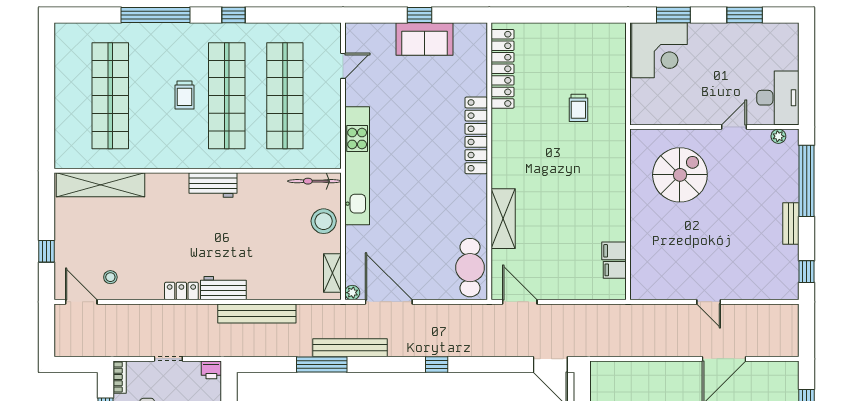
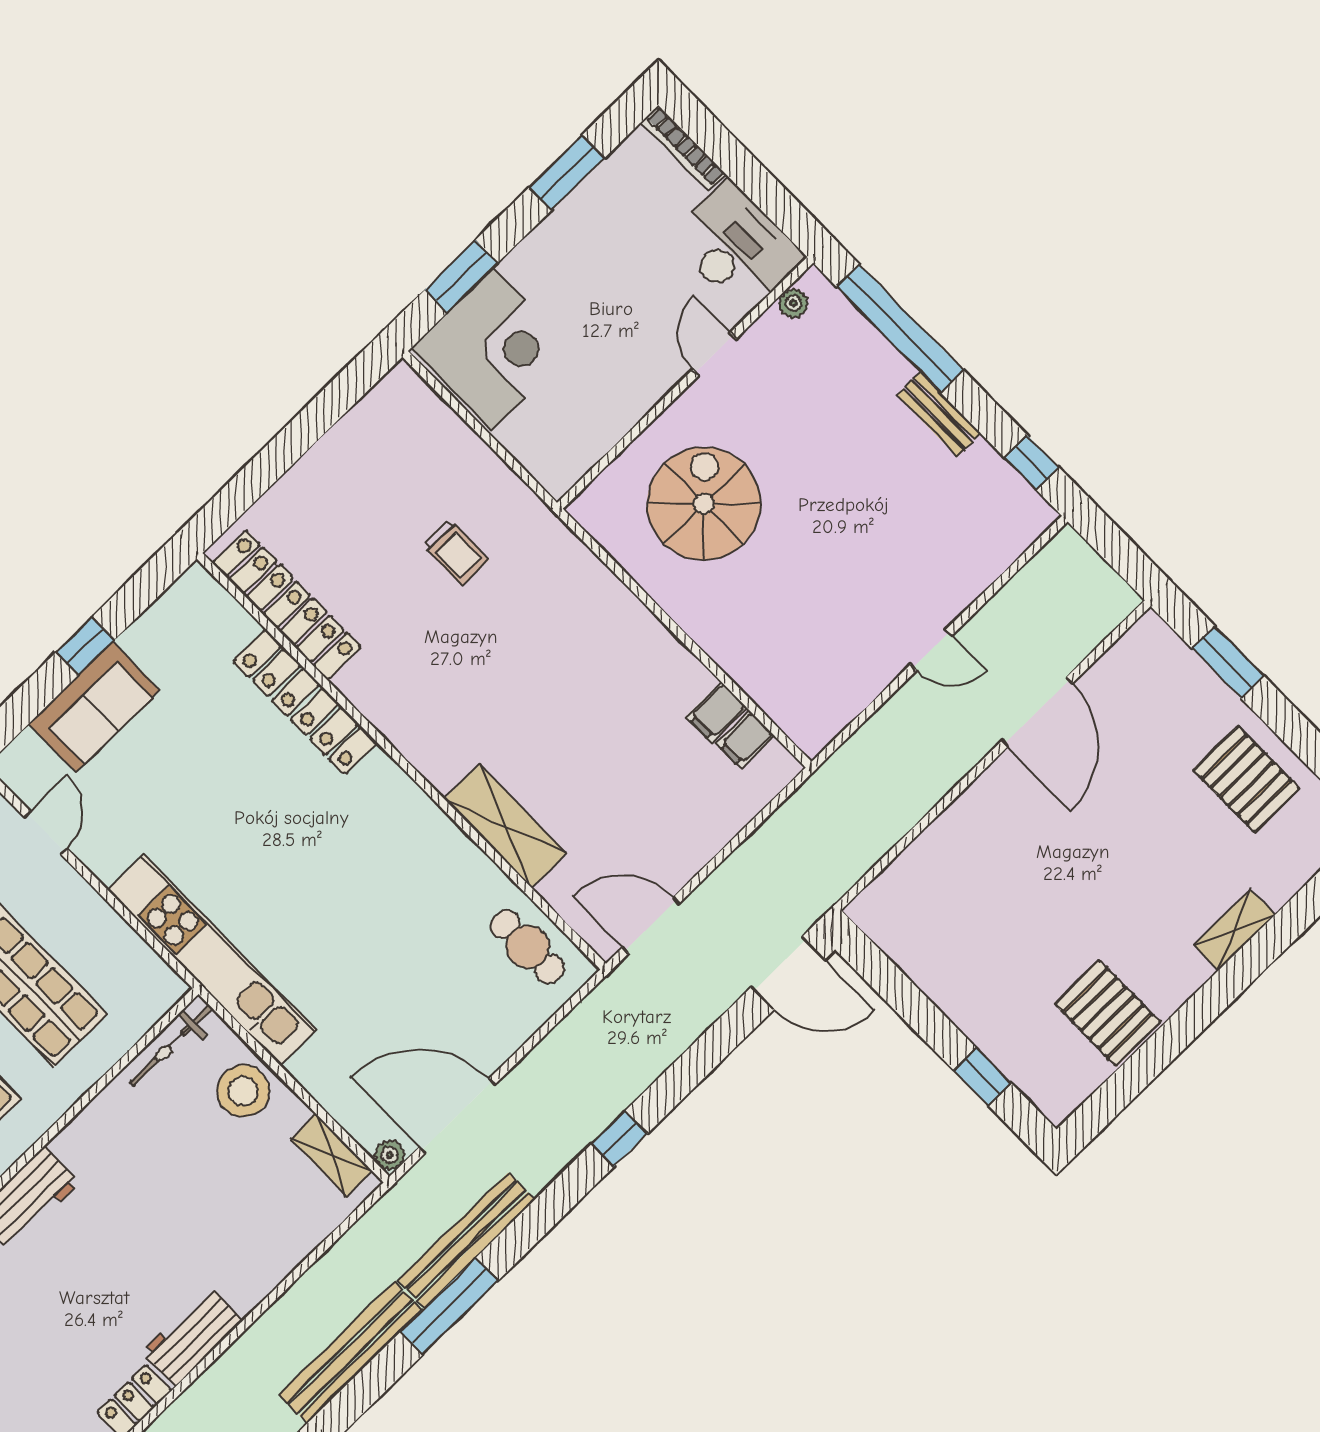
sofa: (425, 39) -> (94, 707), moved
bookcase: (793, 46) -> (683, 148), added
locker: (476, 135) -> (305, 702), moved
cafe table: (470, 268) -> (528, 947), width x0.73, depth x0.74
bench: (257, 313) -> (351, 1352), moved

